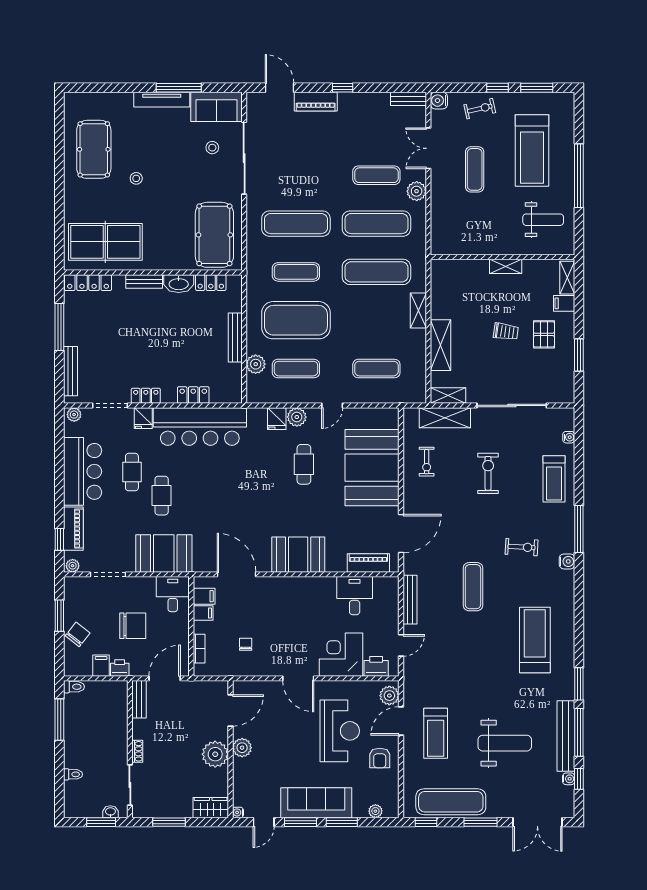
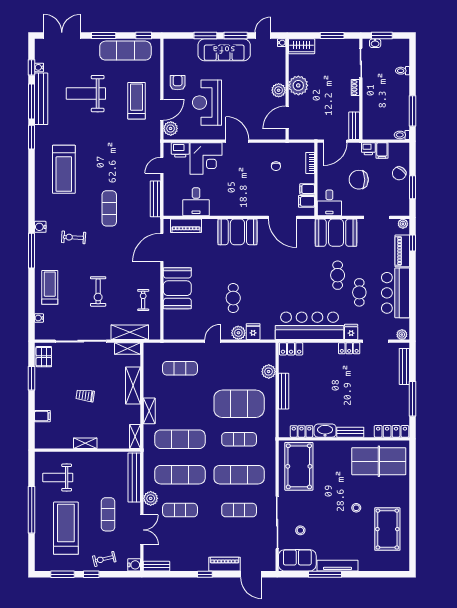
bench: (439, 220) -> (134, 478), added
shelving: (567, 278) -> (135, 436), moved
pallet: (544, 334) -> (44, 357), moved
exercise mat: (296, 369) -> (239, 510), moved
locker: (193, 395) -> (291, 349), moved
booth: (372, 468) -> (177, 288), width x0.73, depth x0.70
plant: (375, 811) -> (181, 44), removed

